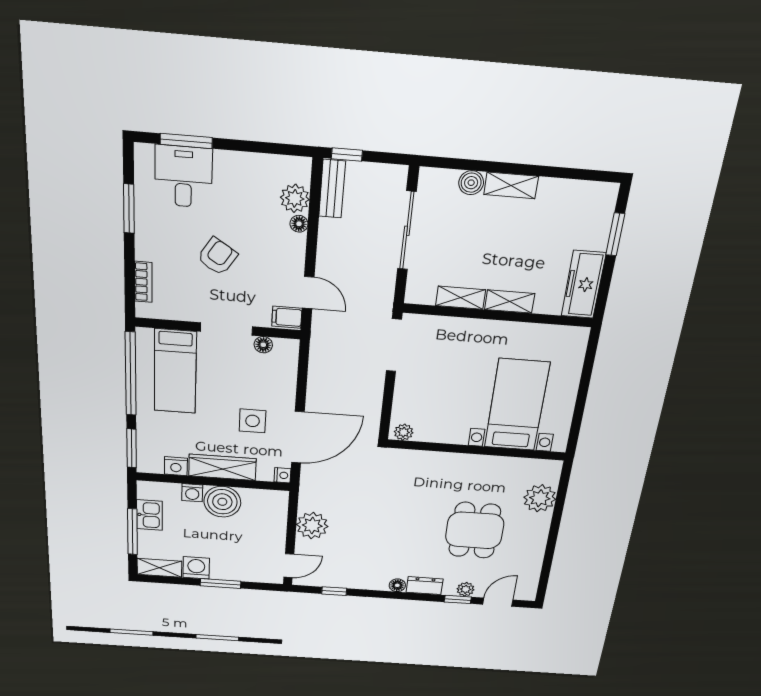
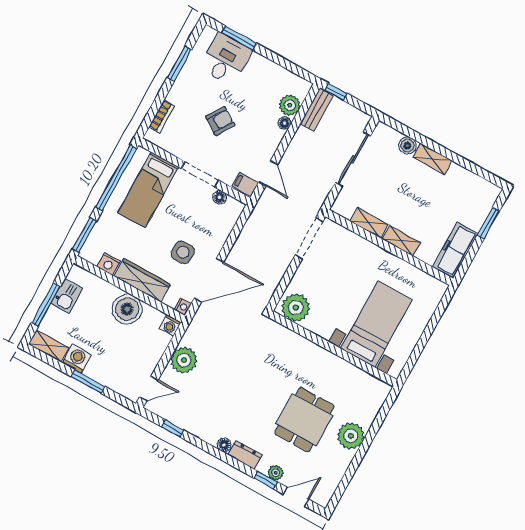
plant: (404, 432) -> (296, 308), width x1.87, depth x1.87
washing machine: (192, 493) -> (170, 325), moved
plant: (540, 498) -> (351, 436), moved

